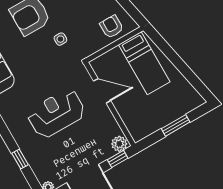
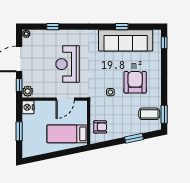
reception desk: (56, 113) -> (67, 64), turned 180
nightstand: (139, 132) -> (28, 107), added

